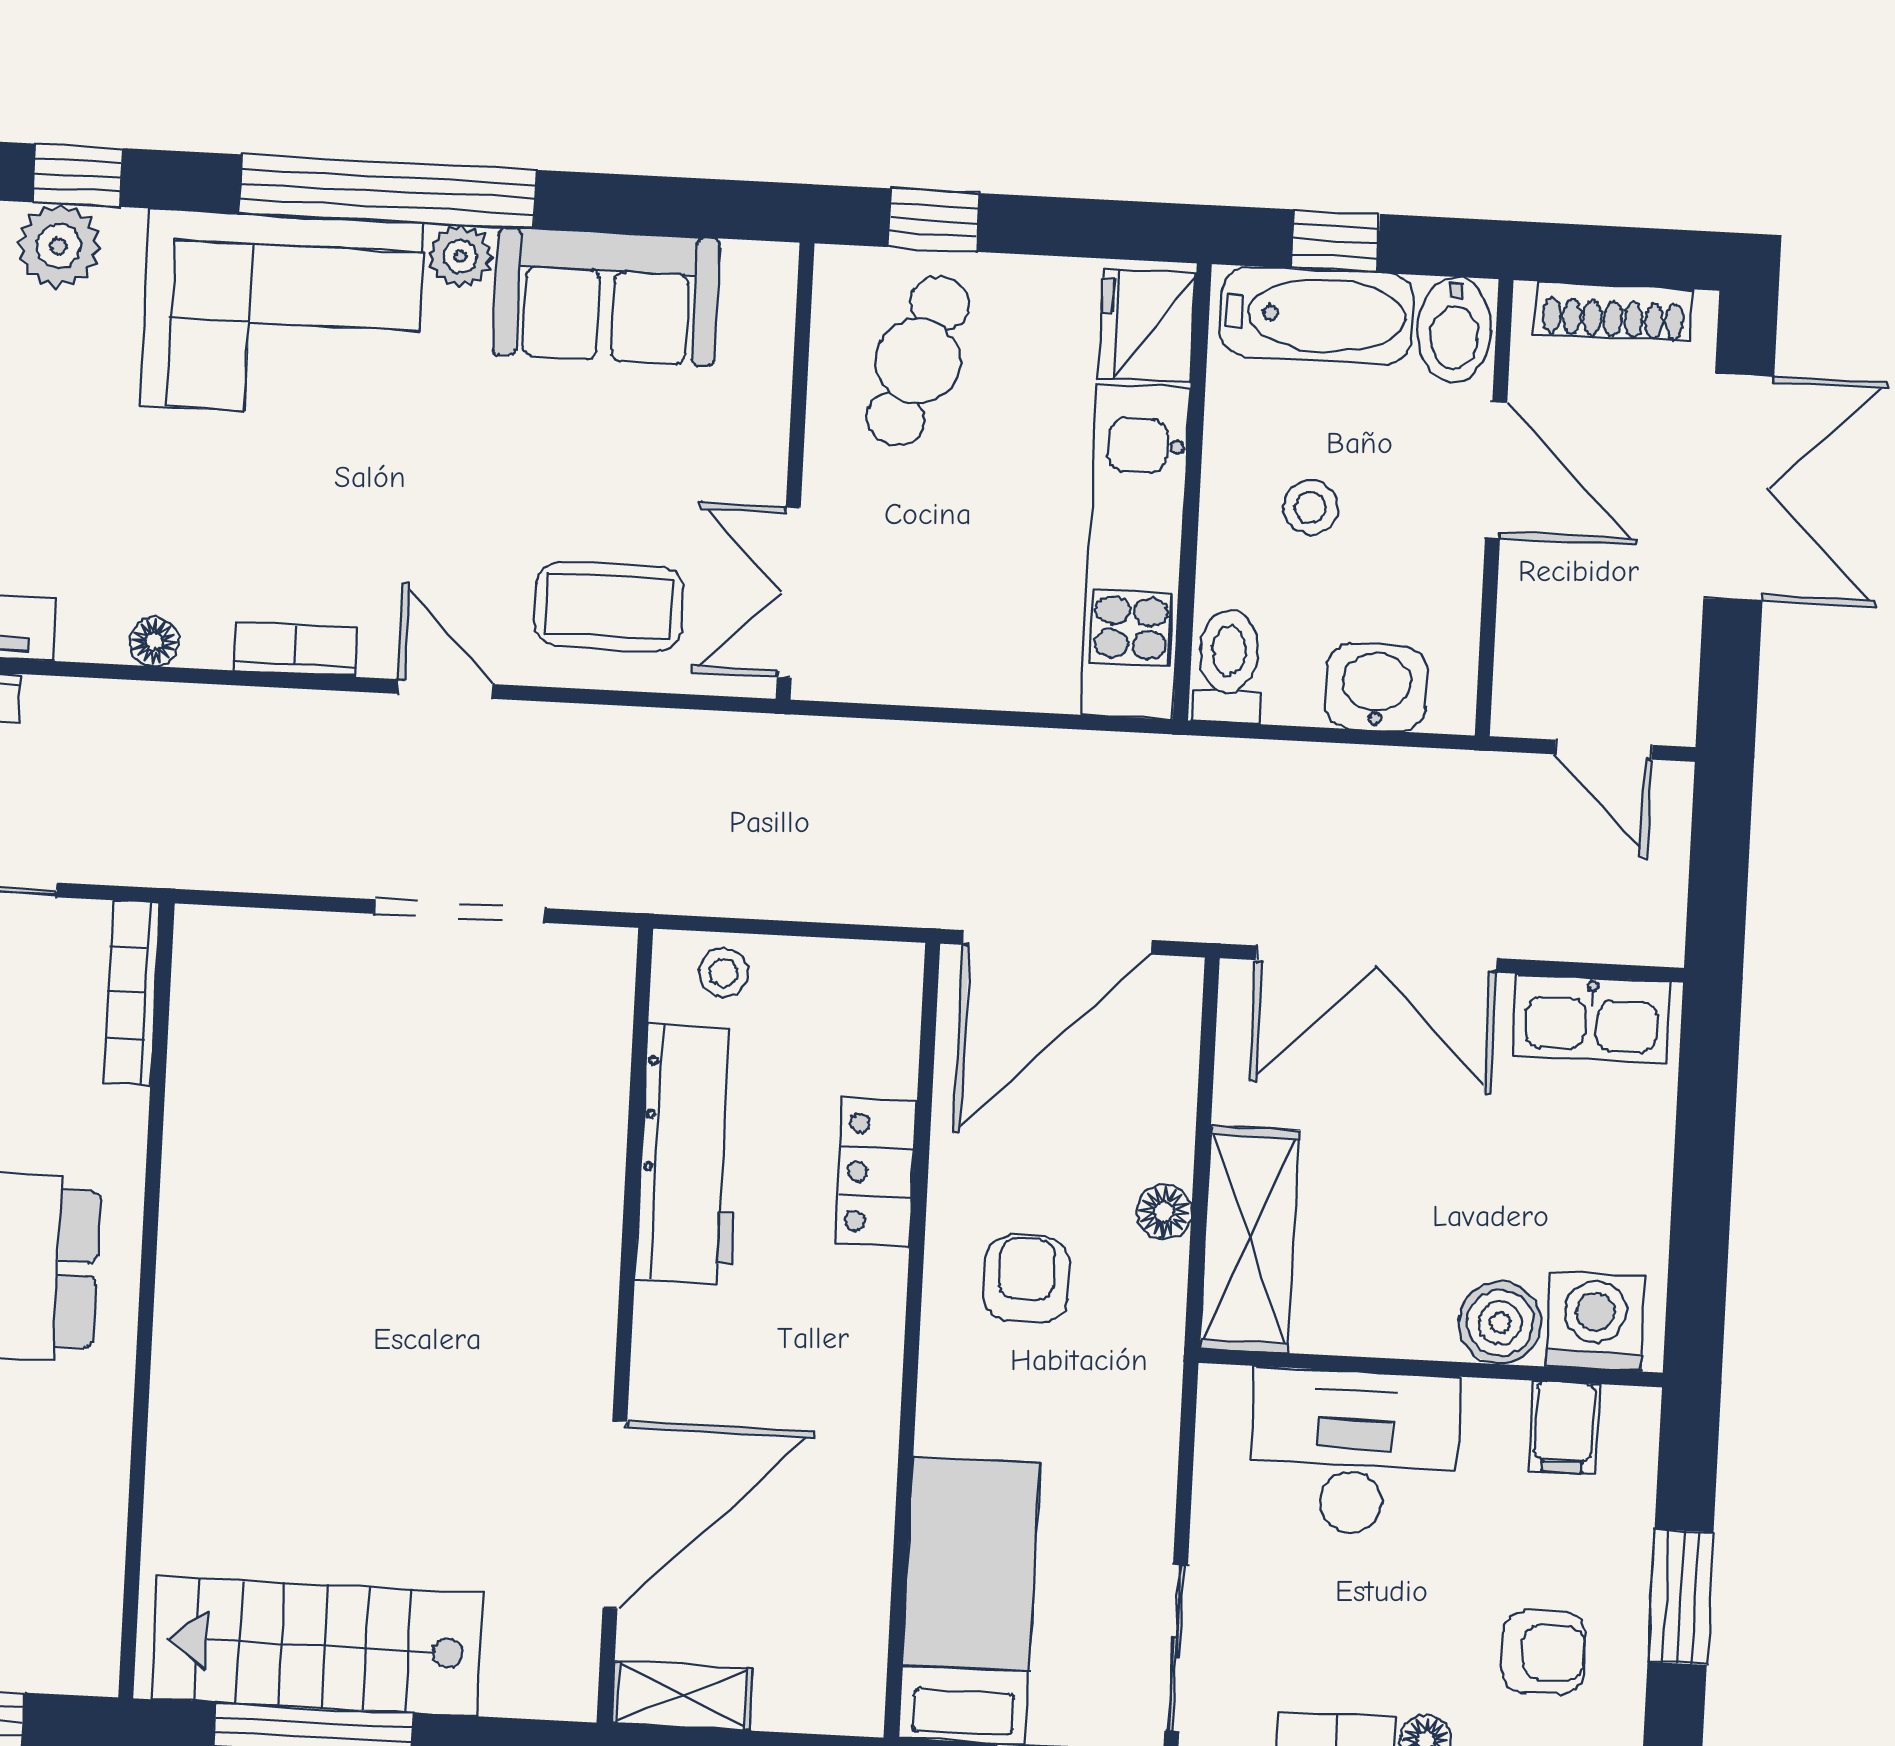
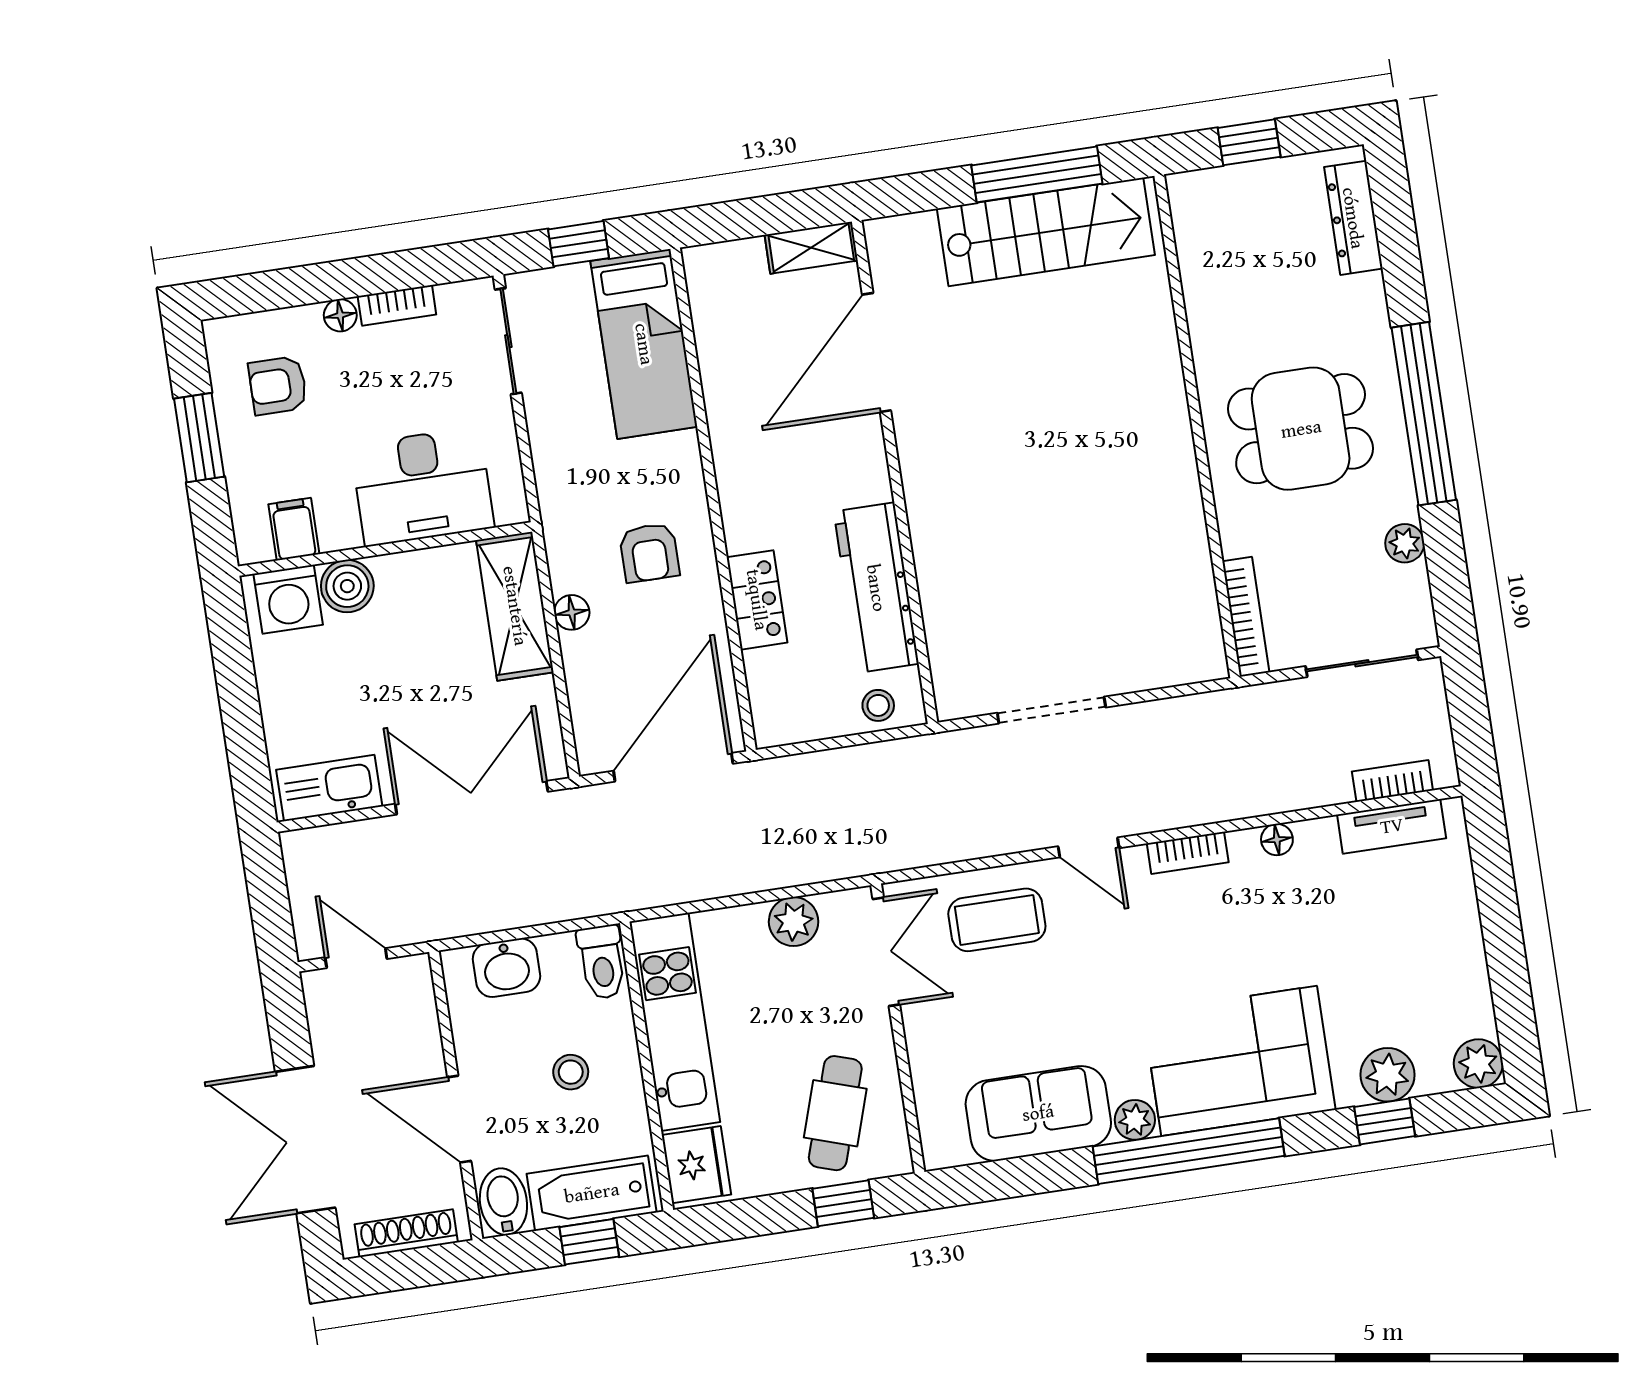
plant: (921, 668) -> (794, 922), added

